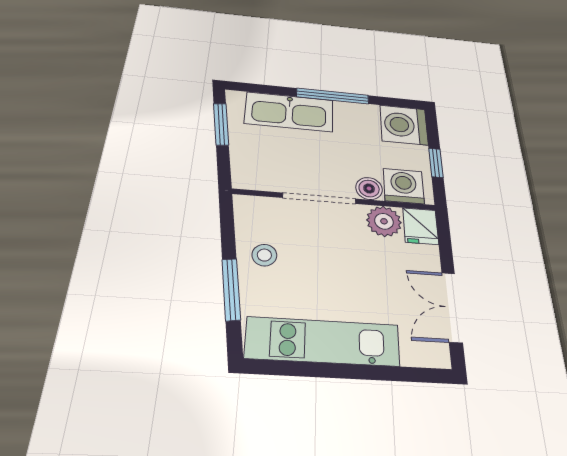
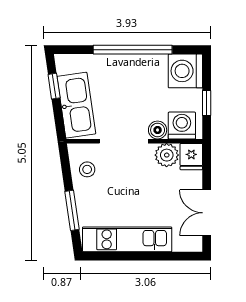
window: (333, 96) -> (133, 50), width x1.46
kitchen sink: (289, 112) -> (76, 105), moved, turned -98
window: (221, 124) -> (54, 86), width x0.67
stool: (264, 255) -> (87, 169), moved

